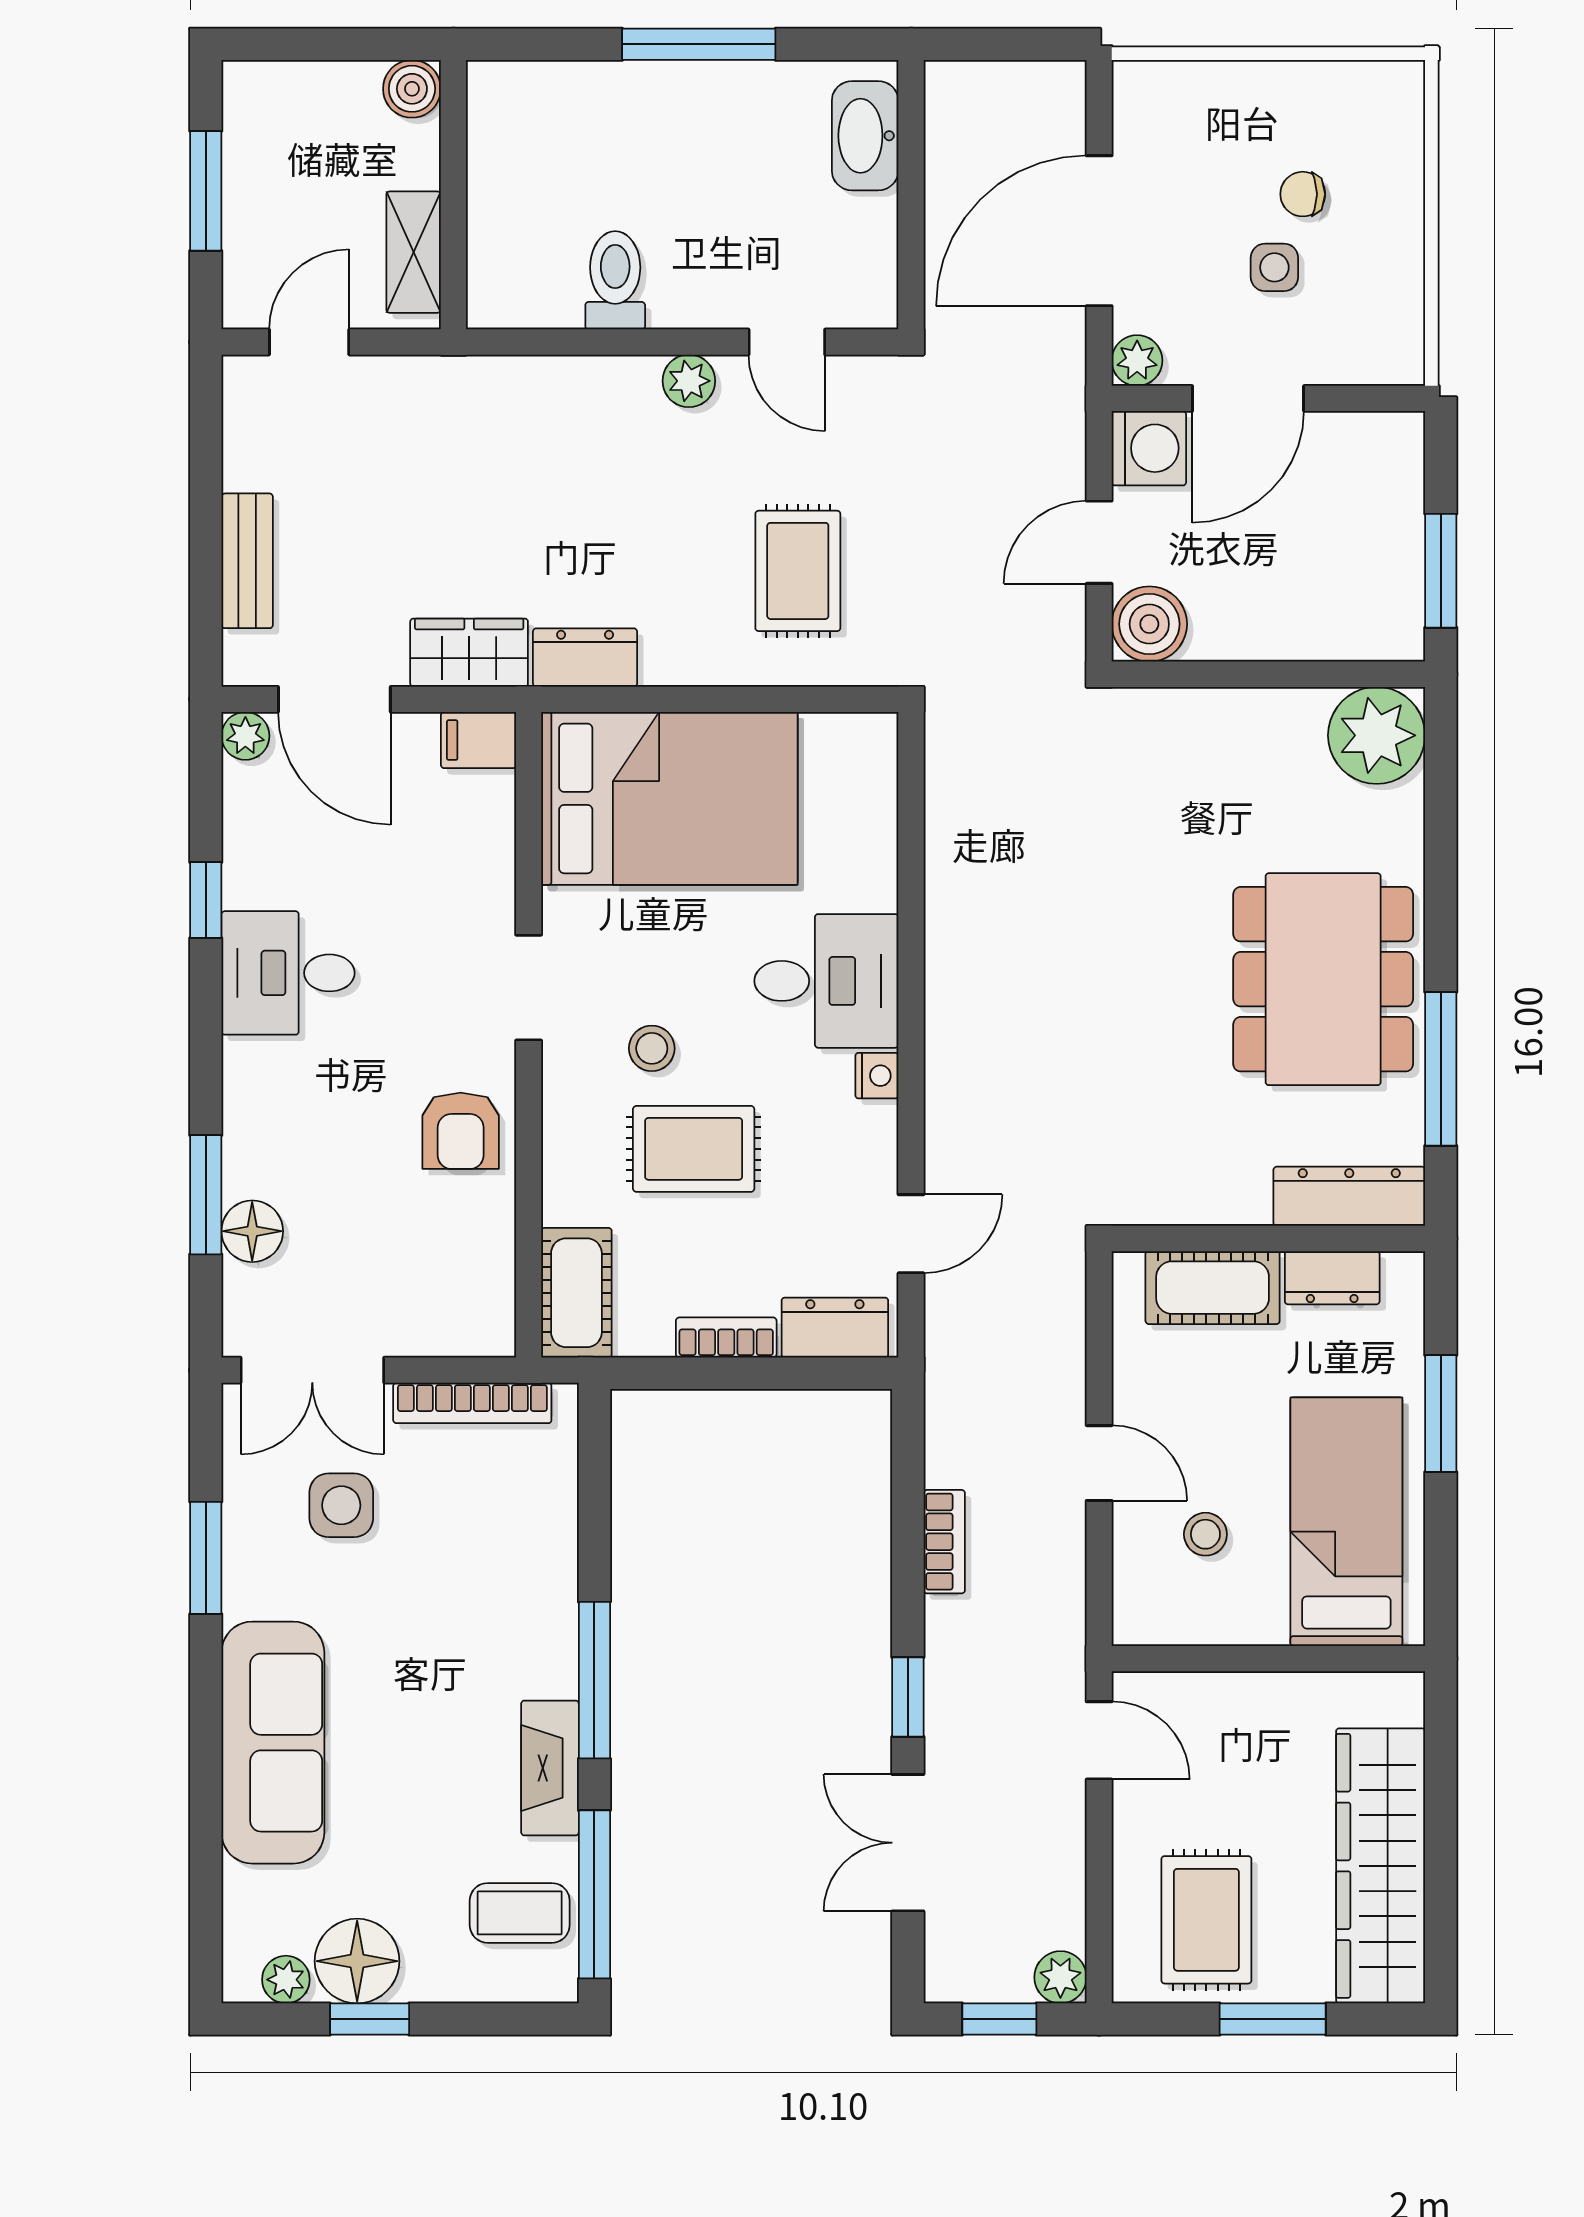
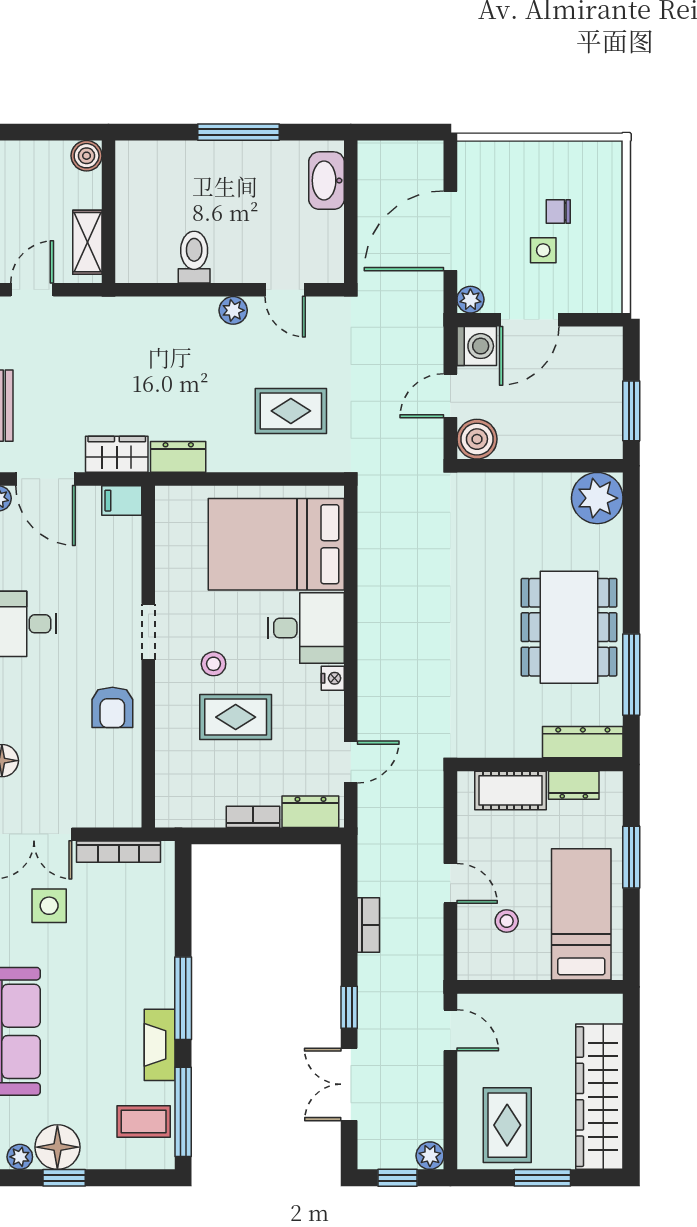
rug: (798, 571) -> (291, 411), turned 90
bed: (669, 798) -> (276, 544), moved, turned 180
cot: (576, 1293) -> (174, 793), removed

